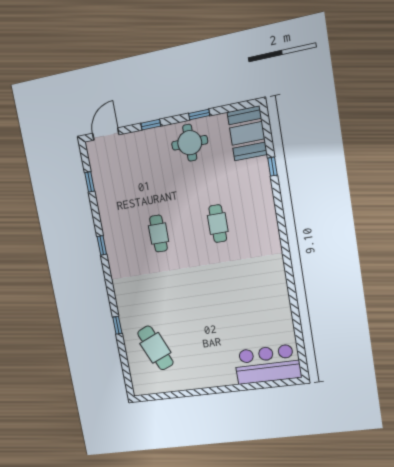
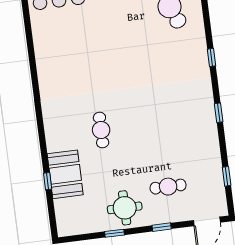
booth: (247, 133) -> (65, 174), moved
cafe table: (158, 234) -> (168, 187), moved, turned 90
window: (117, 325) -> (212, 57), moved

